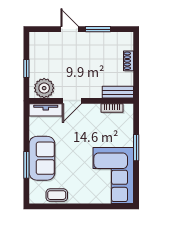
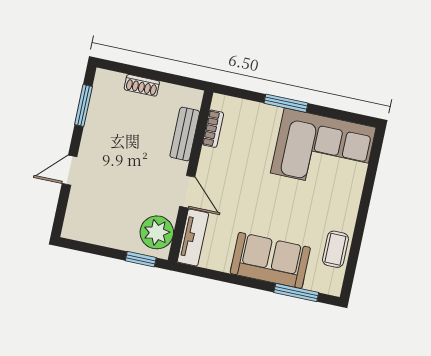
window: (98, 29) -> (83, 105), moved
window: (26, 68) -> (141, 259), moved
bench: (118, 92) -> (185, 134), moved
window: (26, 165) -> (296, 293), moved

